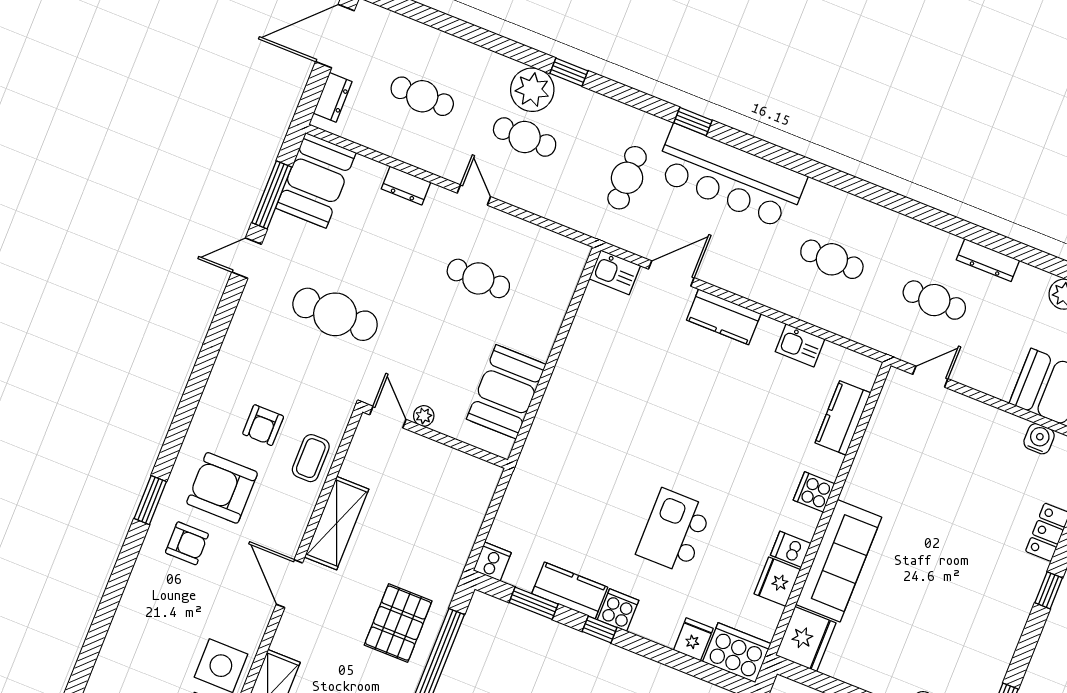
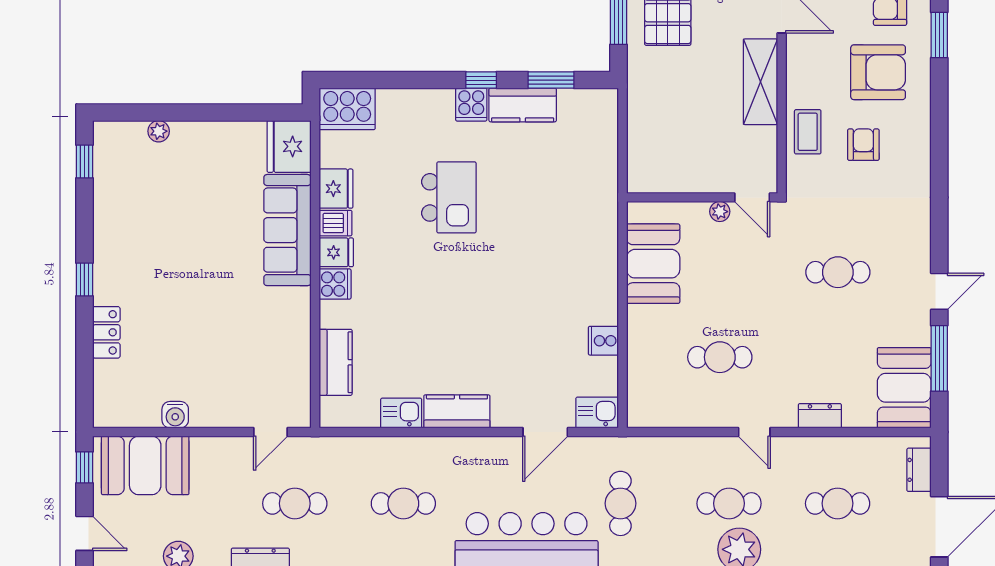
cafe table: (335, 314) -> (838, 272), width x0.73, depth x0.74
kitchen counter: (724, 317) -> (457, 411), moved
water cooler: (1039, 439) -> (175, 415), moved
cooker: (492, 561) -> (603, 341), moved, turned 90
fridge: (693, 639) -> (336, 252), moved, turned -90

